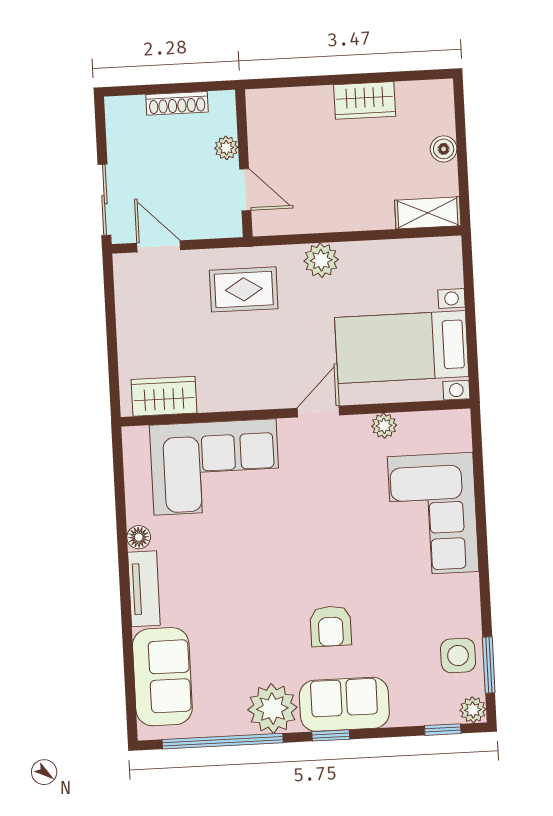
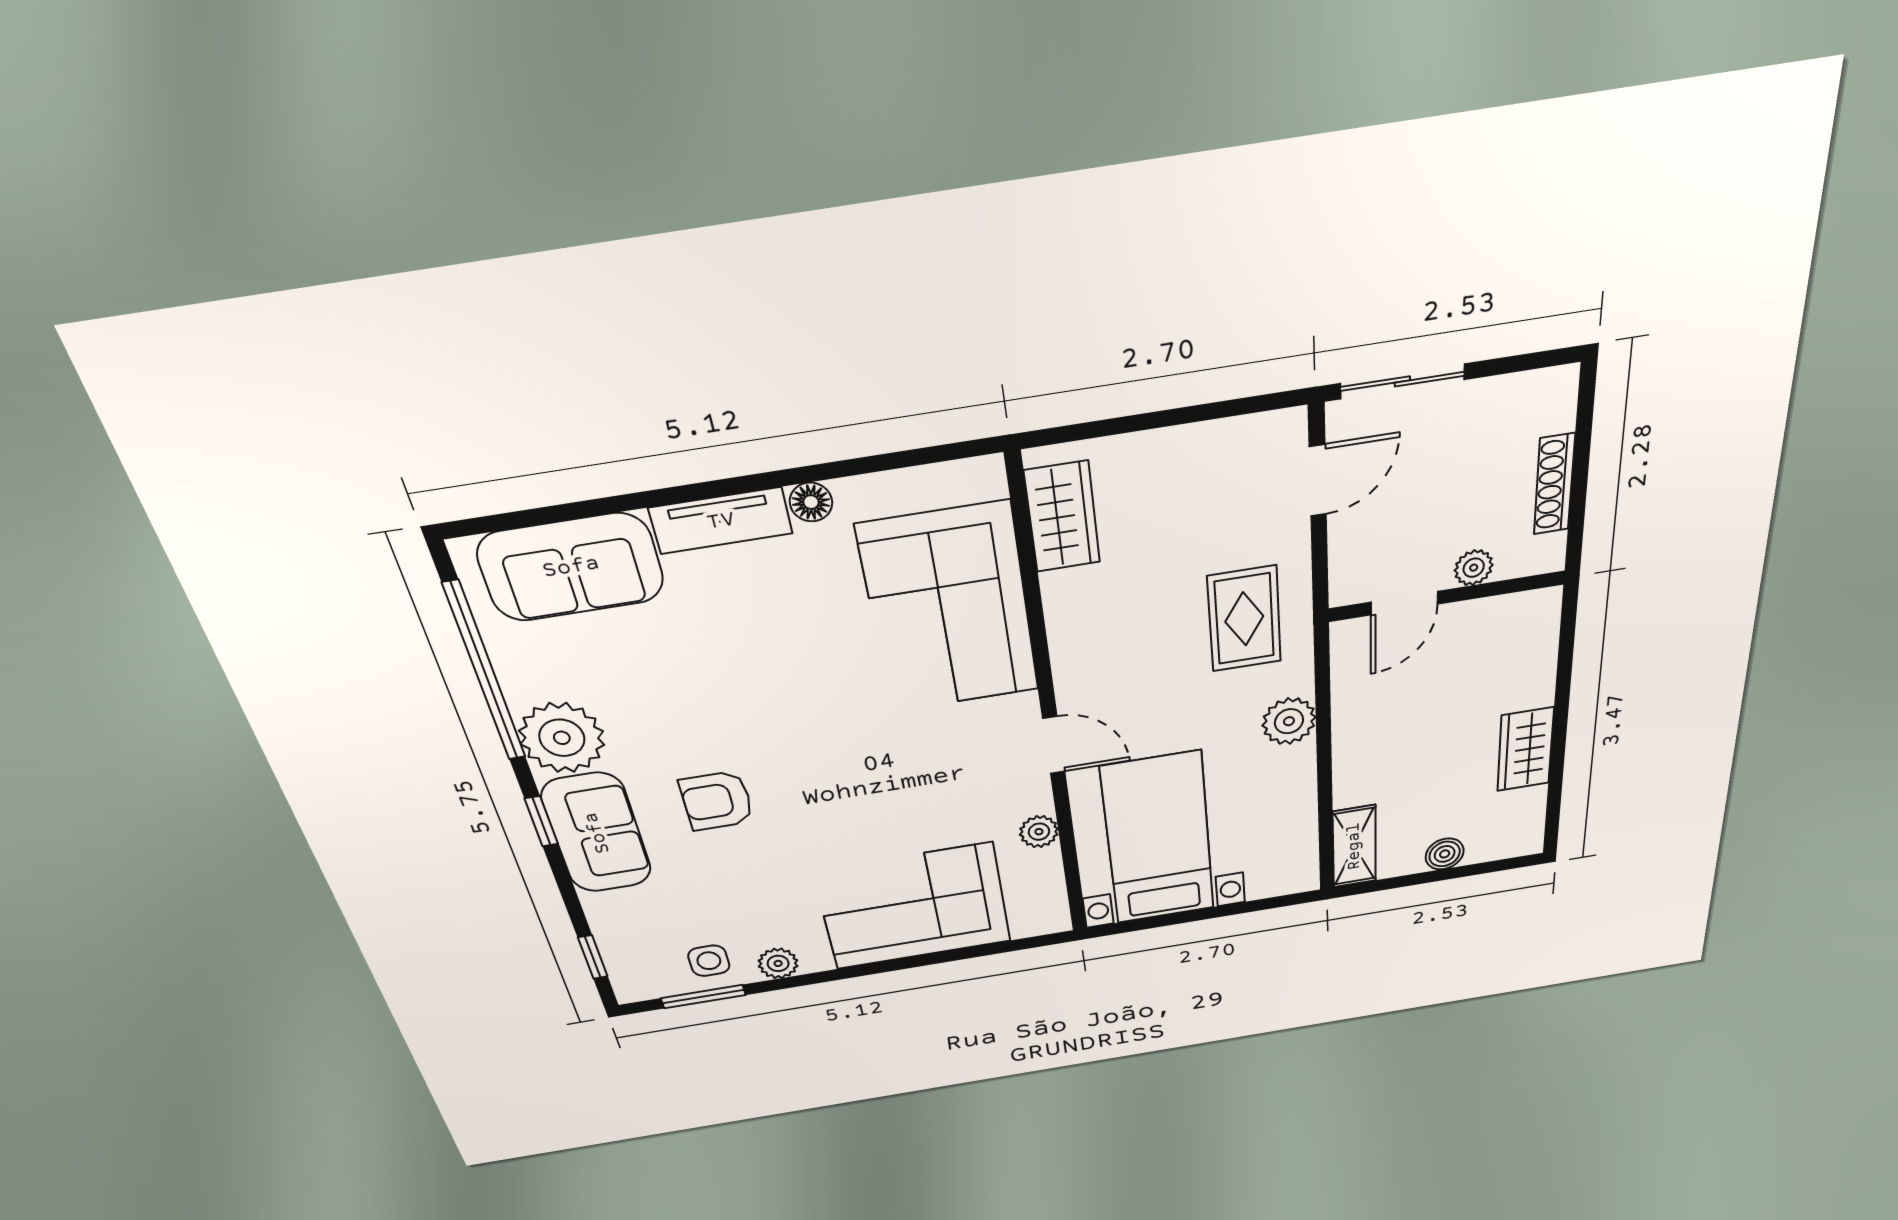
side table: (458, 655) -> (709, 961), width x0.73, depth x0.73
plant: (473, 710) -> (778, 963), moved

